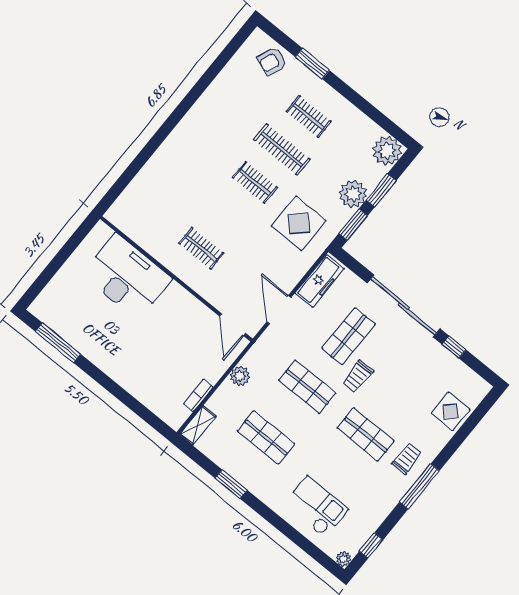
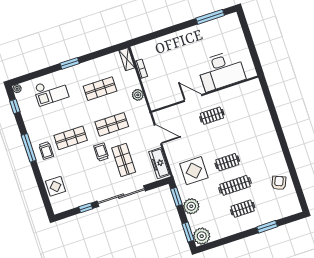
armchair: (272, 61) -> (279, 183), moved
window: (381, 190) -> (188, 232), moved
door: (233, 325) -> (193, 98), moved
window: (231, 484) -> (70, 63), moved

